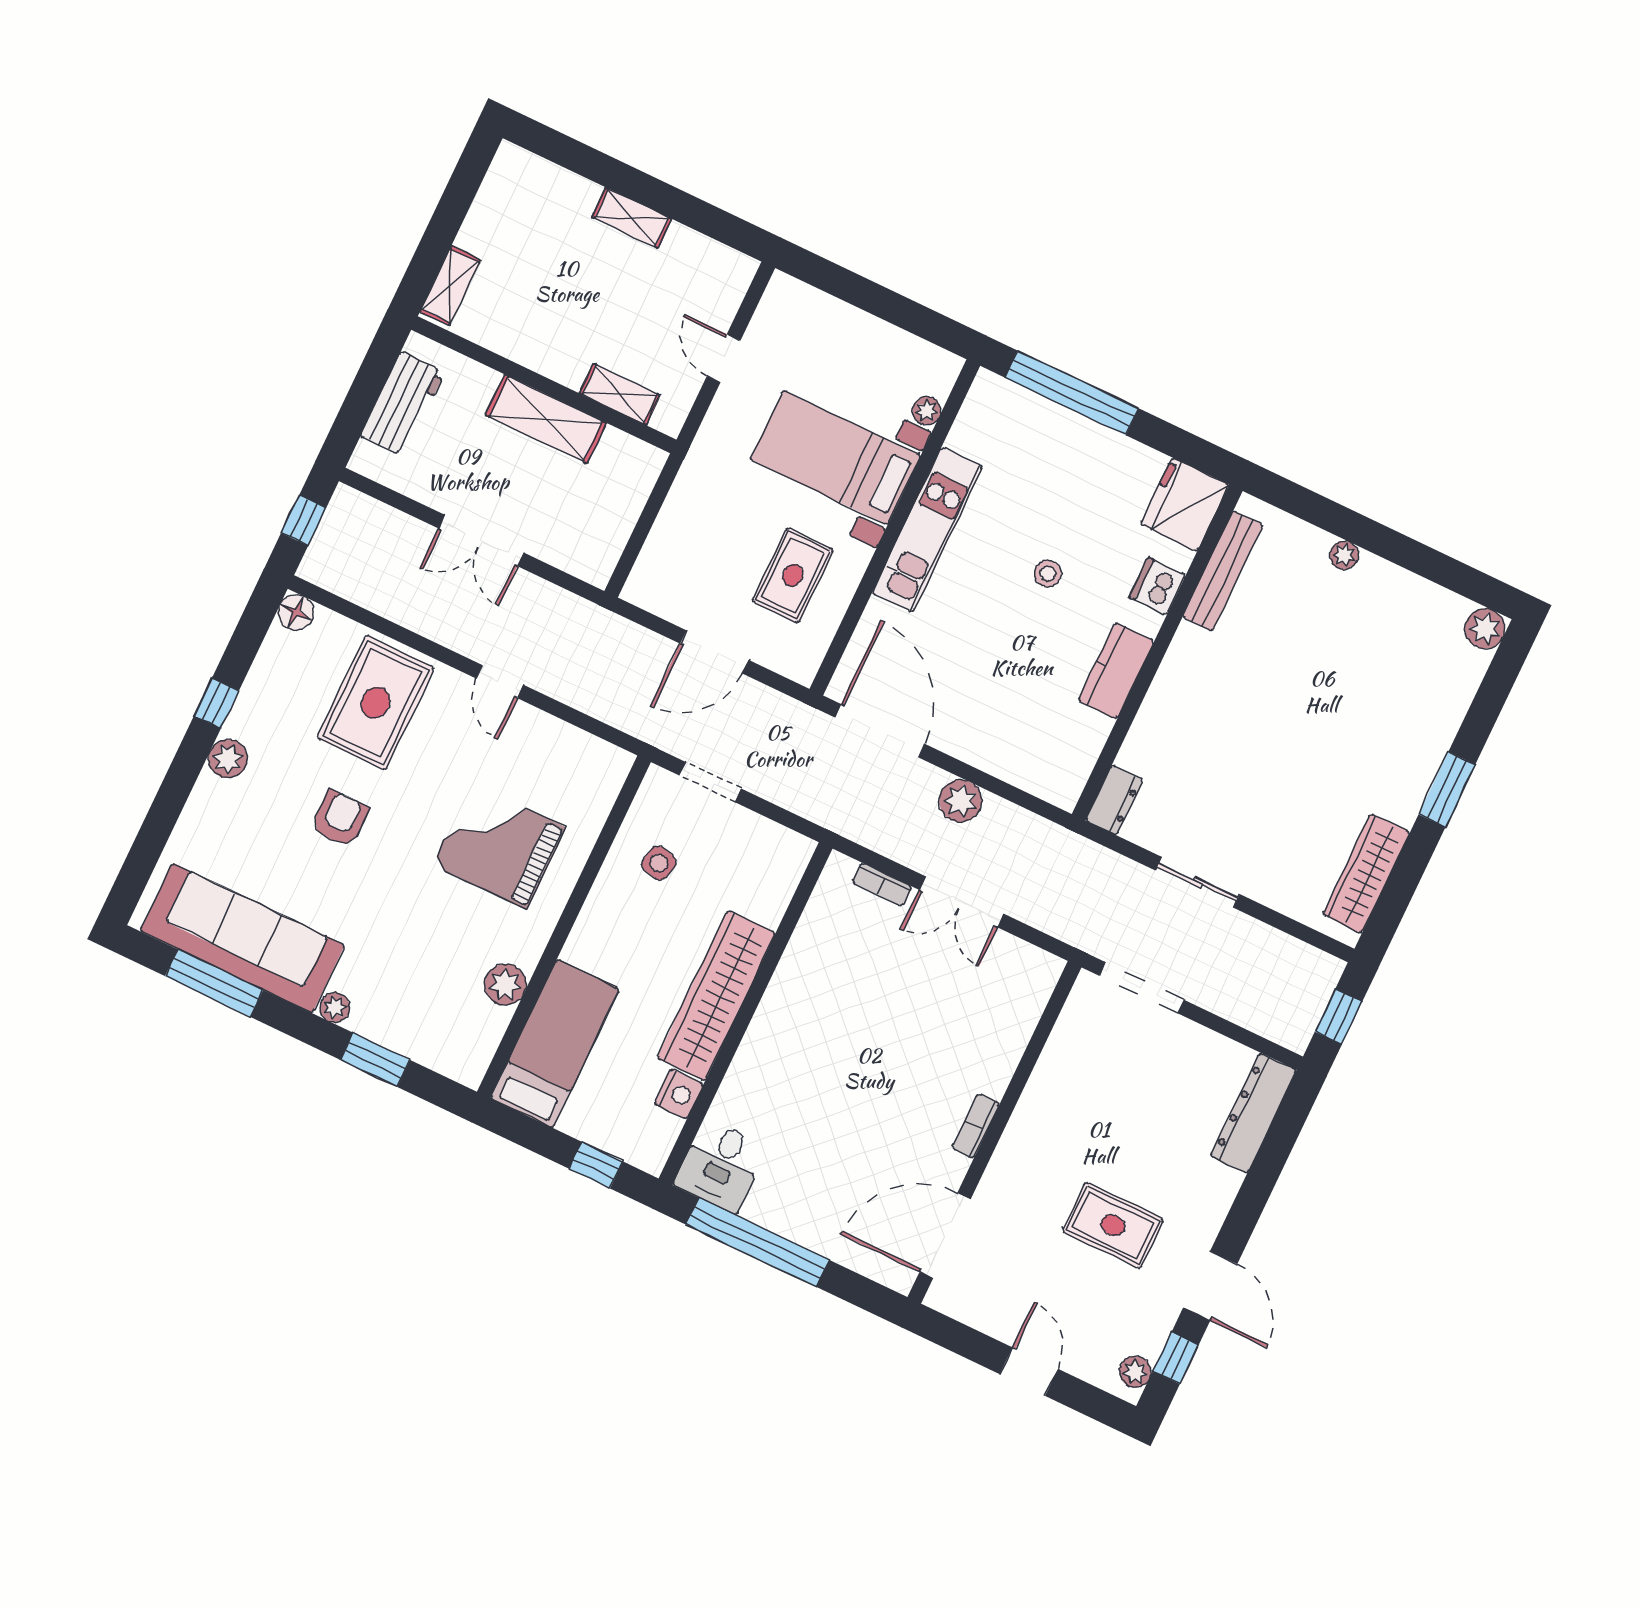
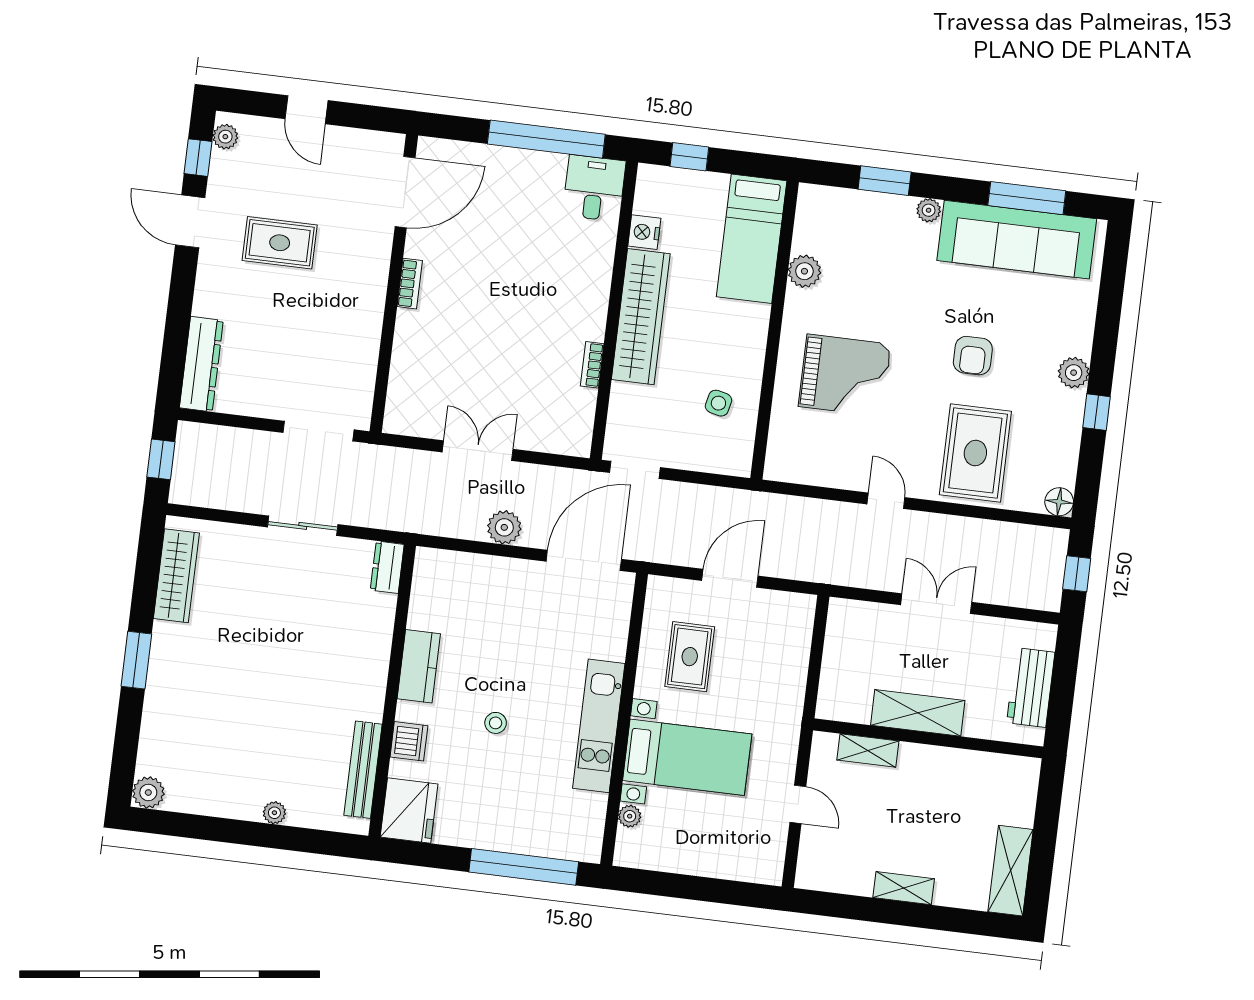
shelving: (450, 286) -> (1011, 871), moved, width x1.50, depth x1.33
door: (880, 731) -> (584, 560), swing flipped
doorway: (710, 782) -> (635, 470), moved
bookcase: (882, 885) -> (592, 365), moved, turned -90

